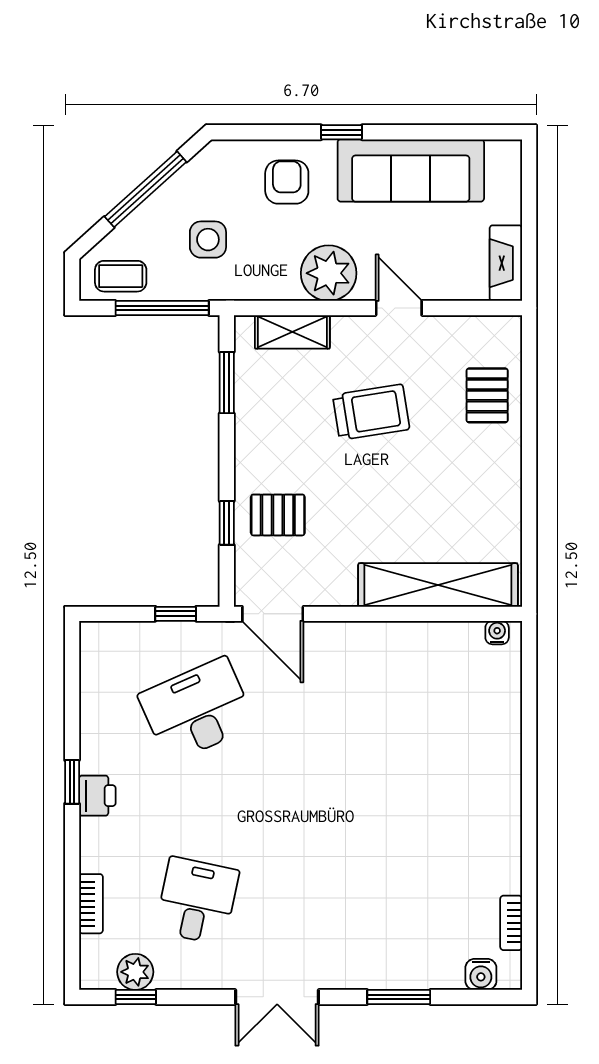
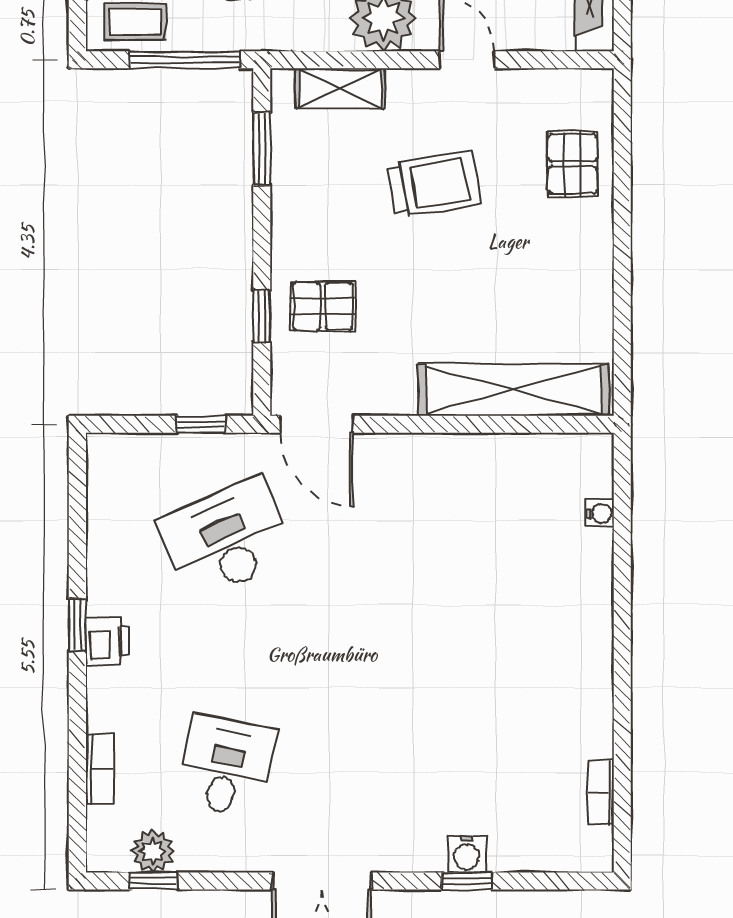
water cooler: (497, 633) -> (600, 513), moved, turned 90
water cooler: (481, 974) -> (467, 854), moved
window: (399, 997) -> (467, 881), width x0.67

